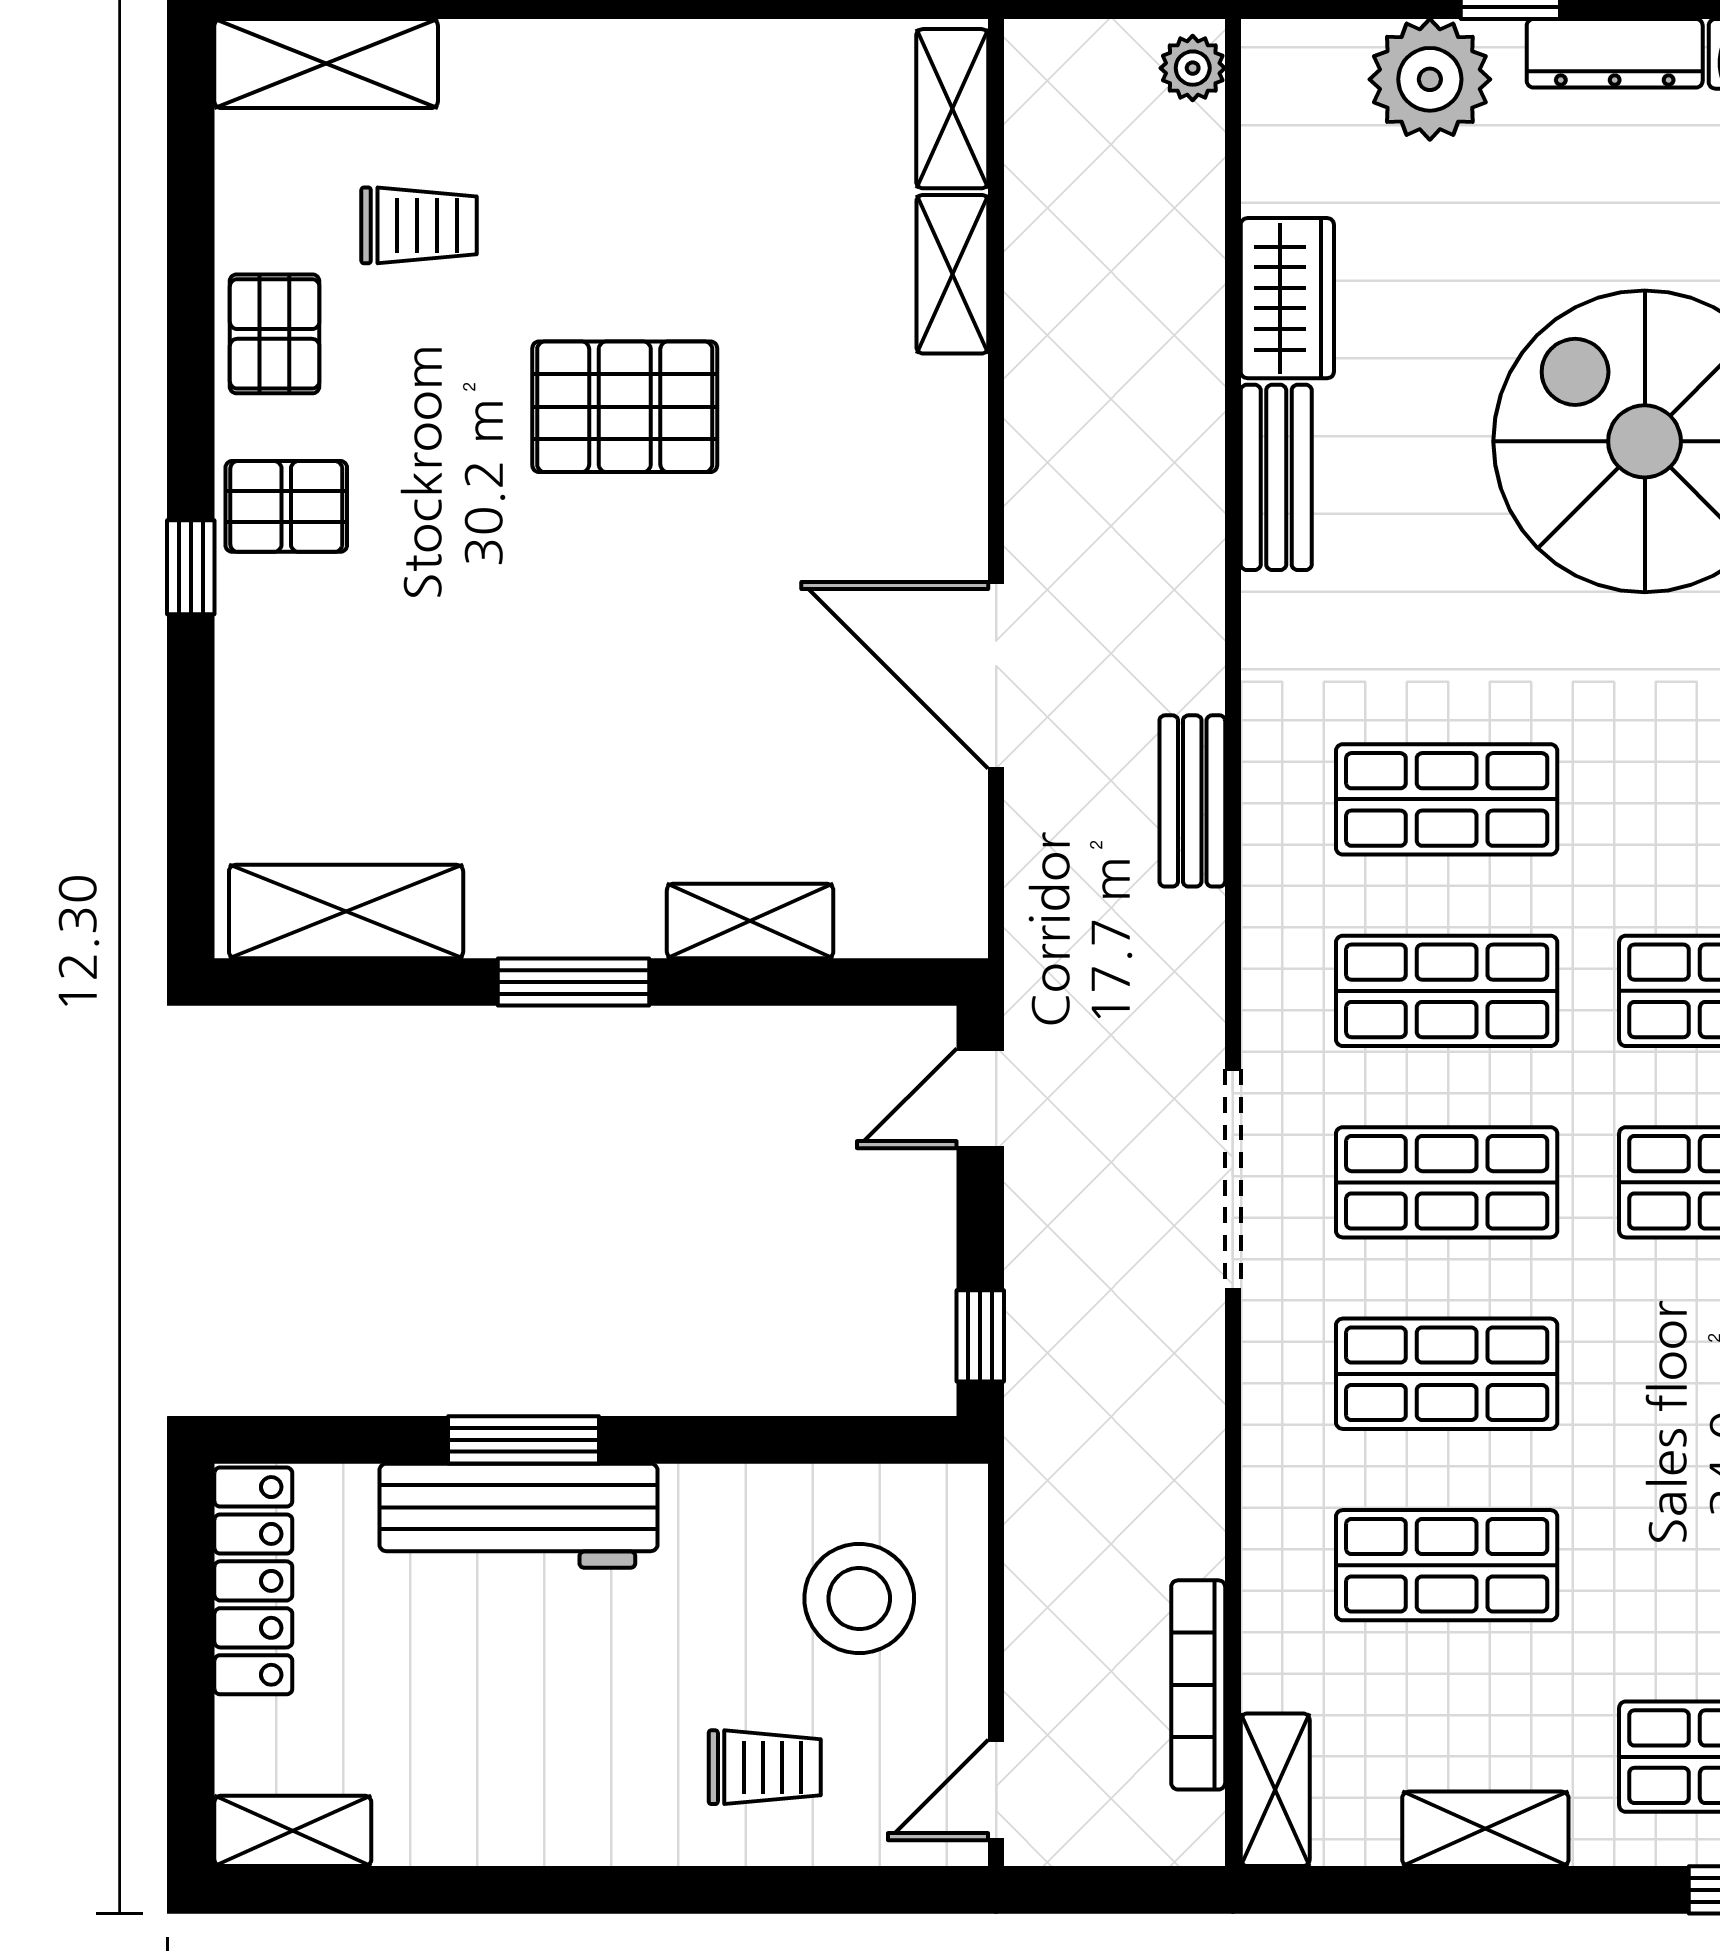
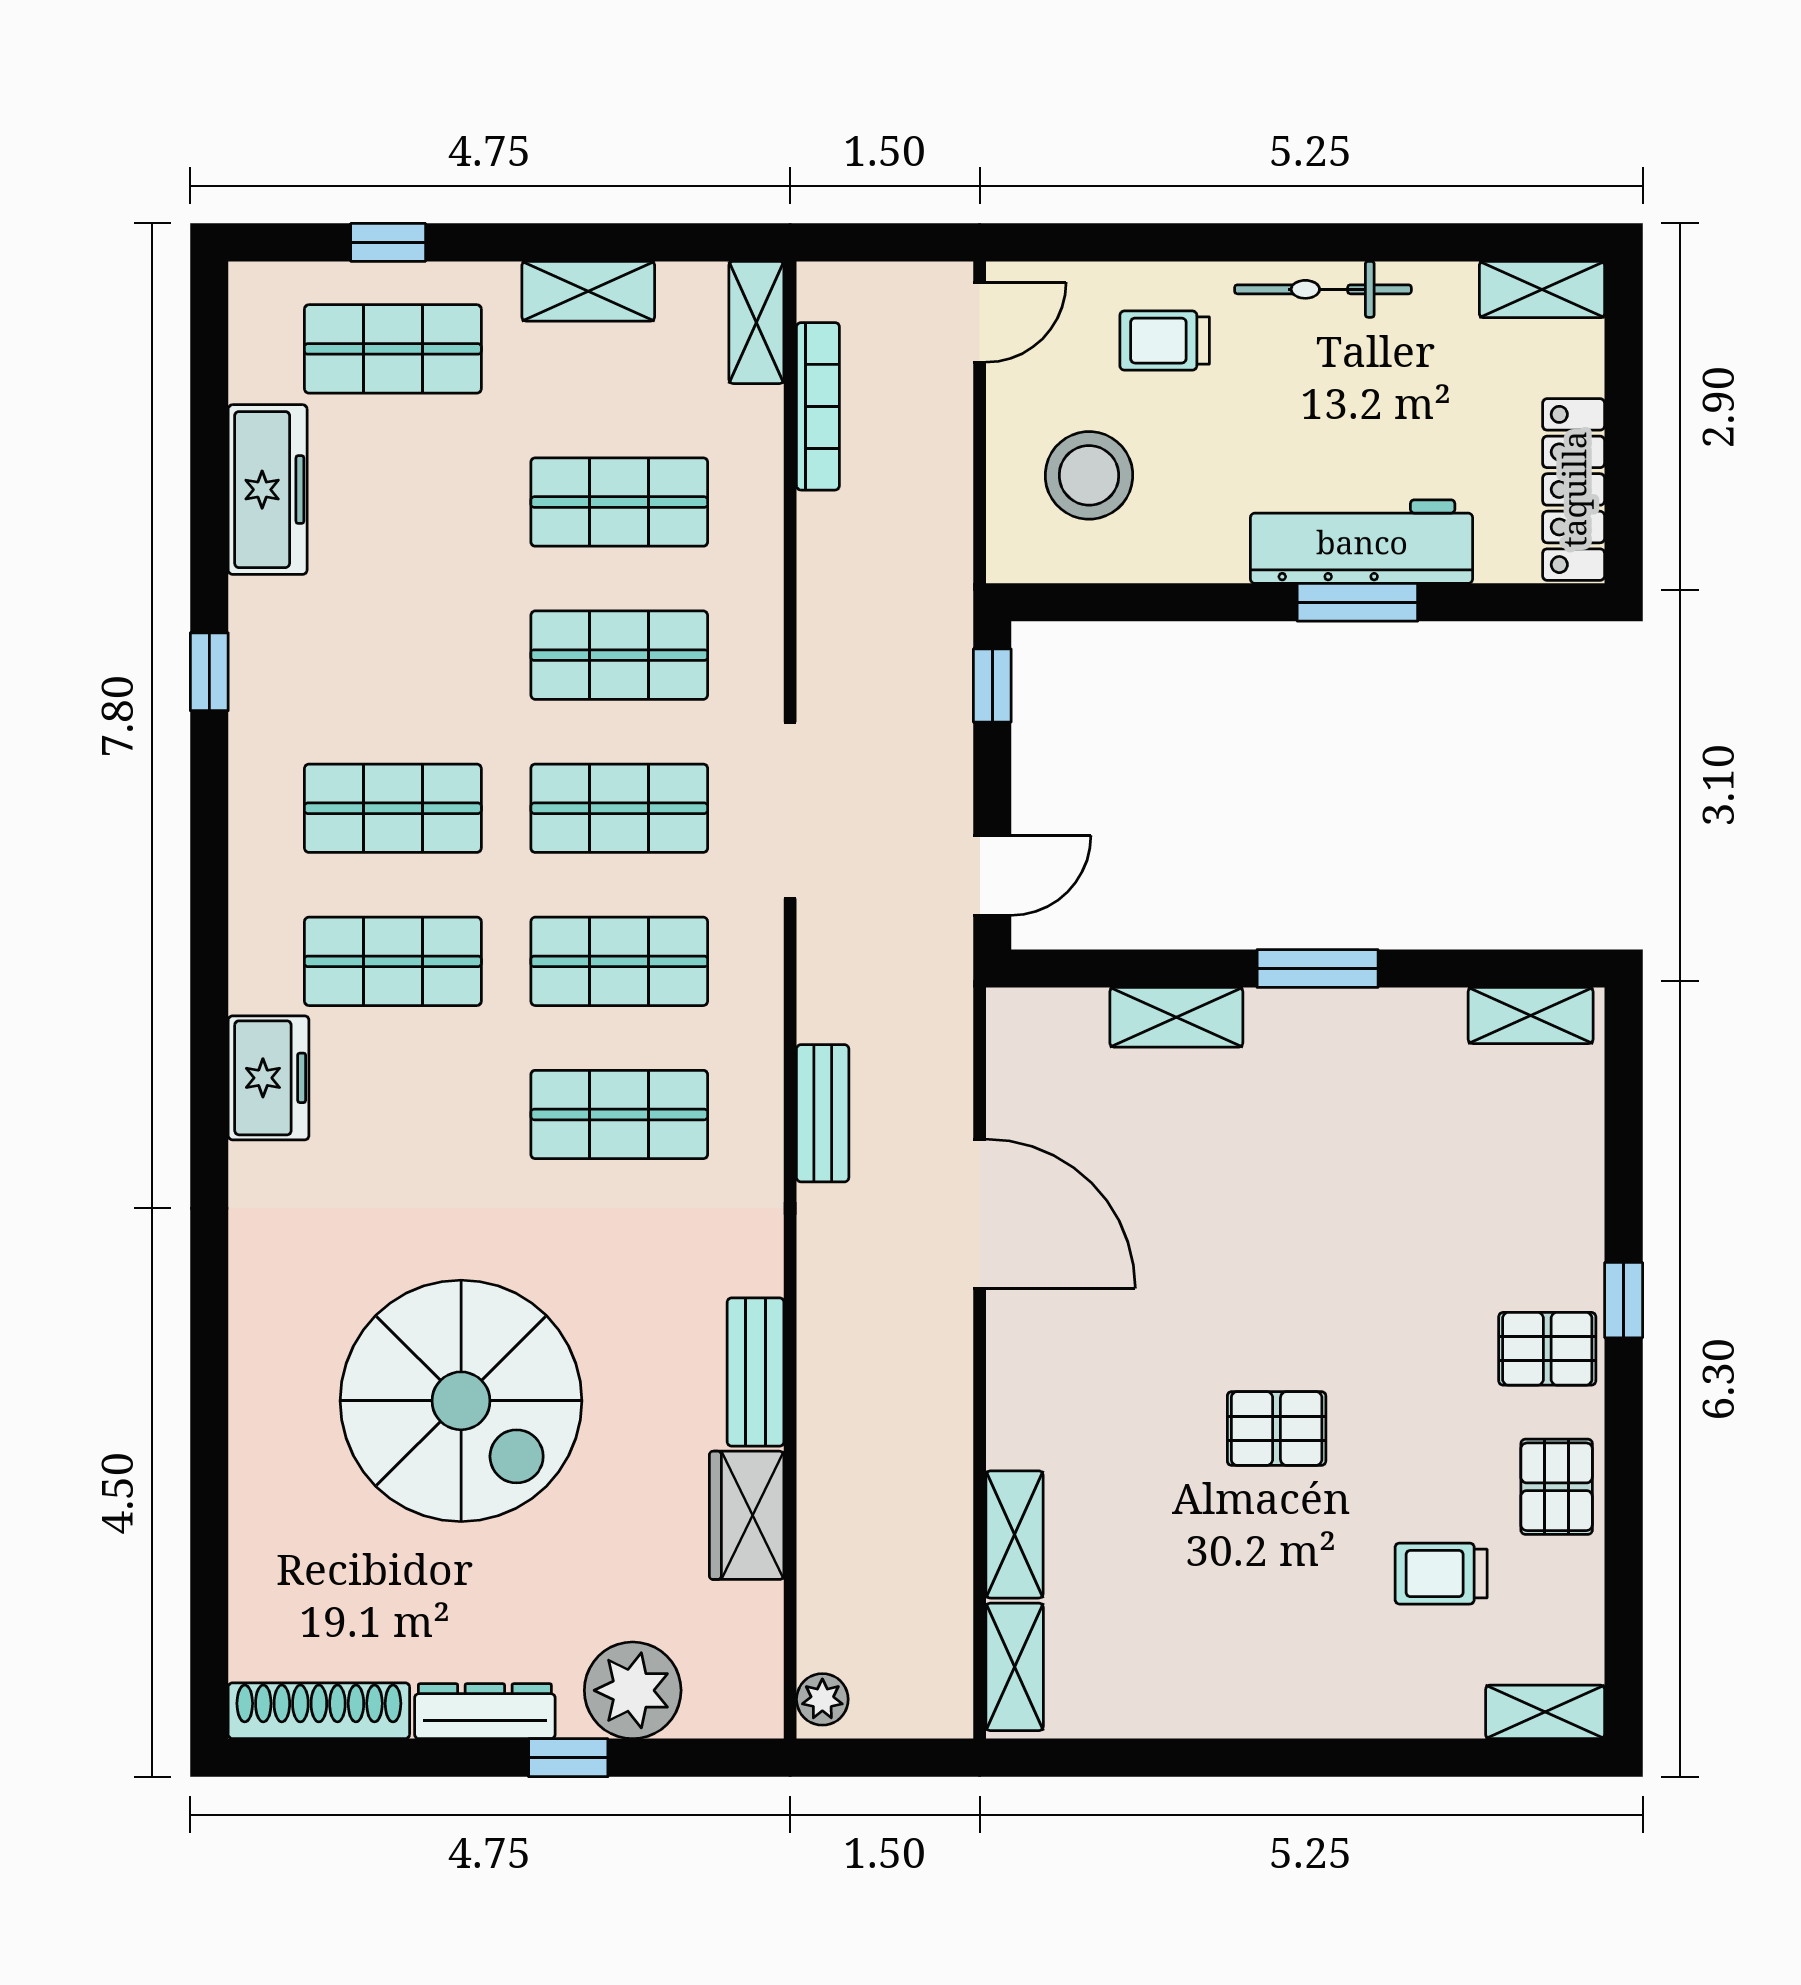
shelving: (326, 63) -> (1545, 1712), width x0.67, depth x0.75
pallet: (625, 407) -> (1277, 1428), width x0.67, depth x0.71
shelving: (346, 911) -> (1531, 1015), width x0.67, depth x0.75
bicycle: (567, 1831) -> (1323, 289), added

